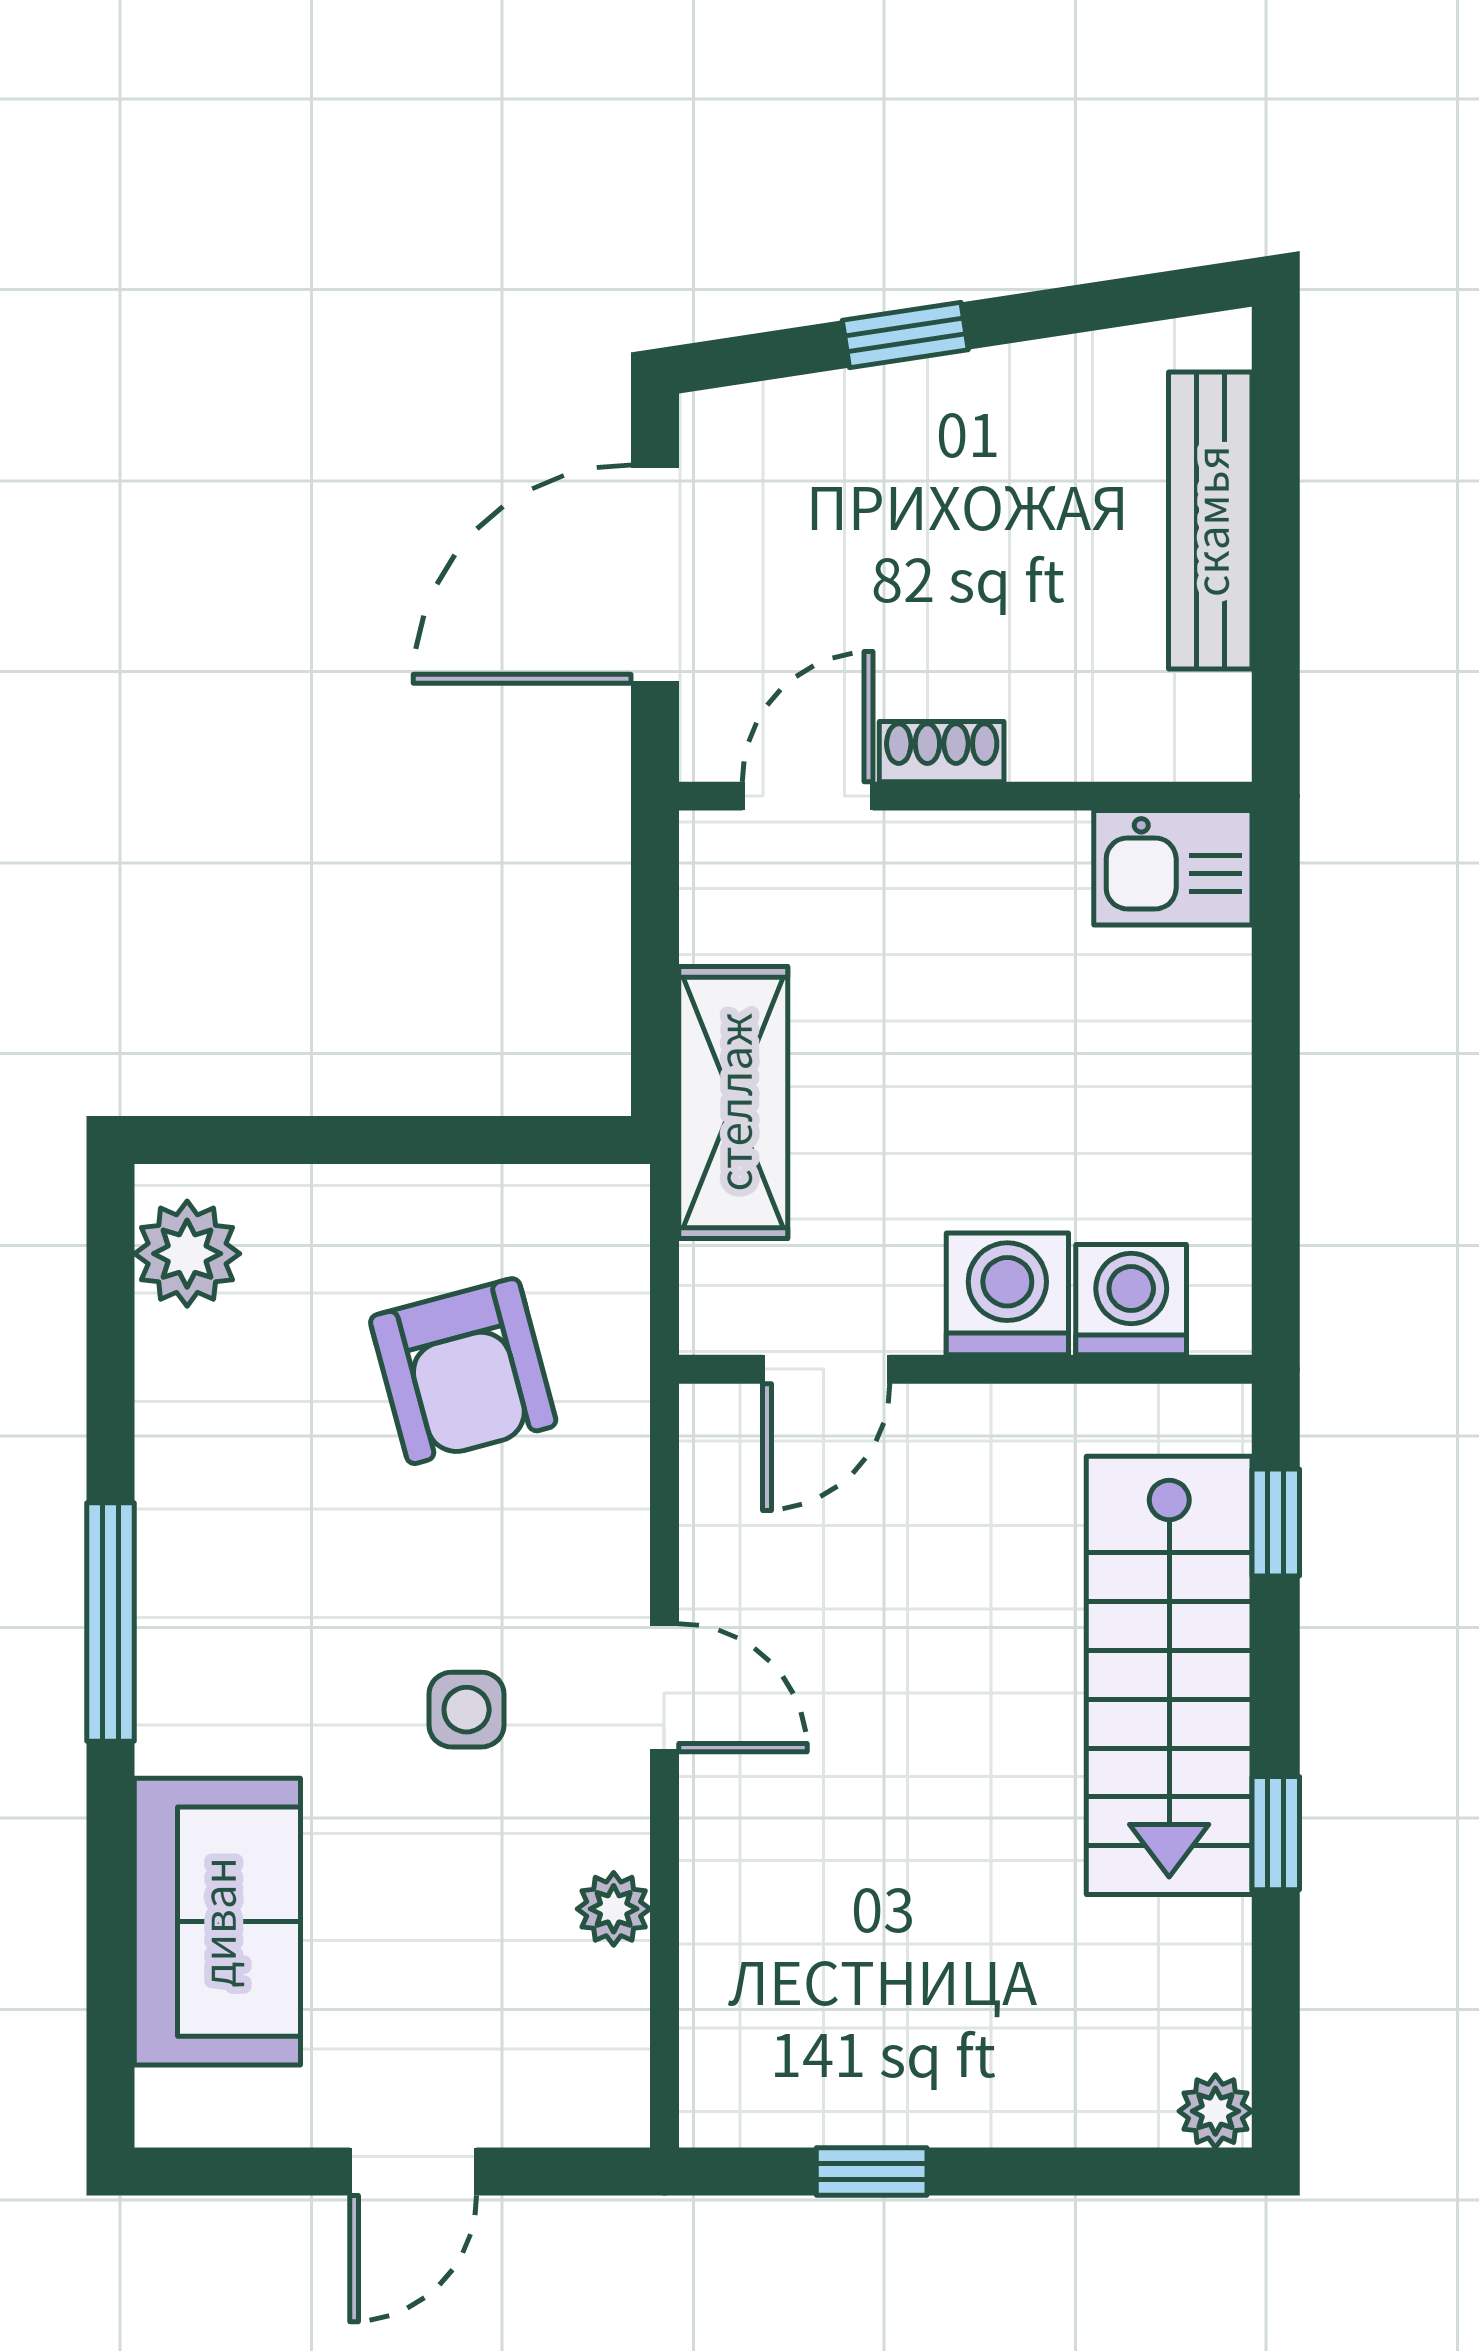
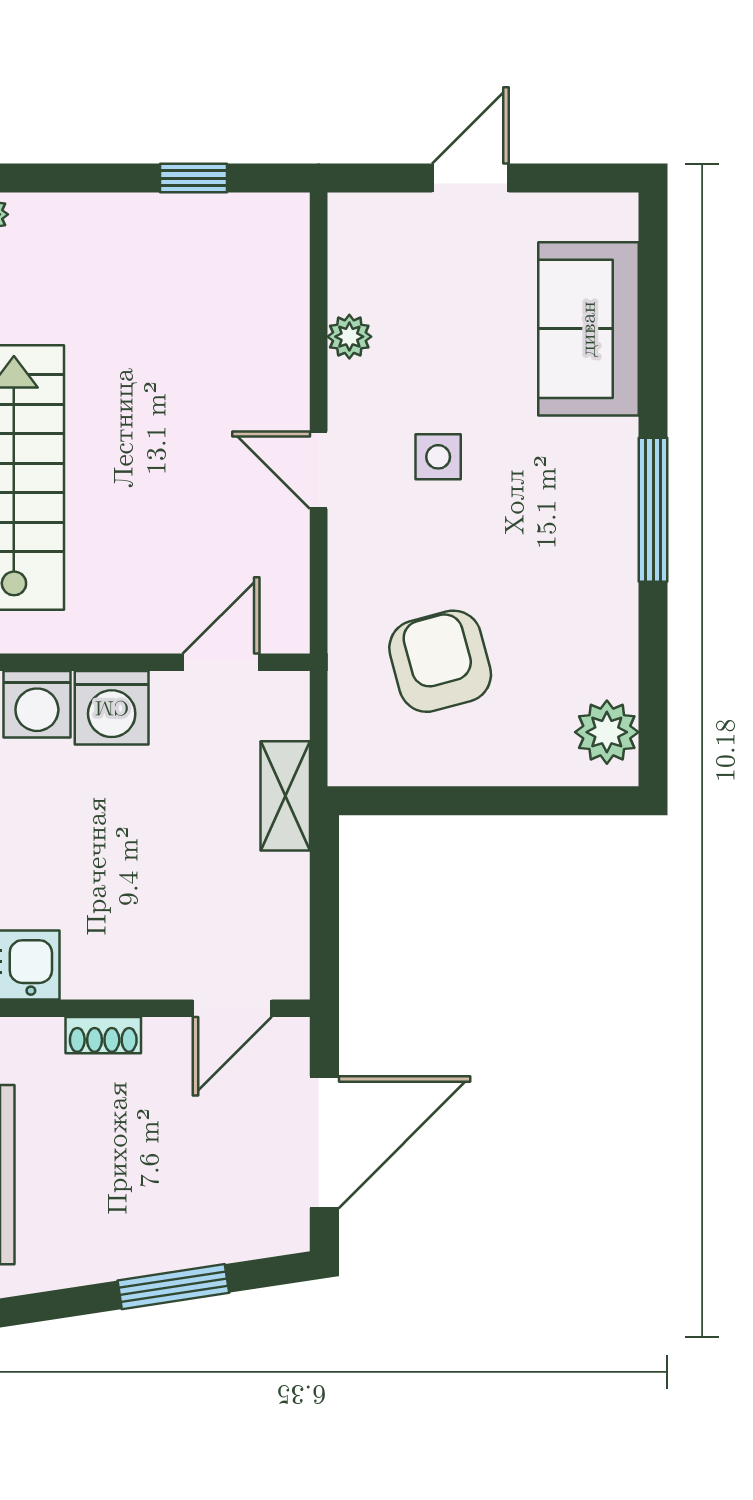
window: (905, 335) -> (173, 1287), width x1.50
shoe rack: (942, 752) -> (103, 1035), moved
shelving: (733, 1102) -> (285, 796), width x0.67, depth x0.75

